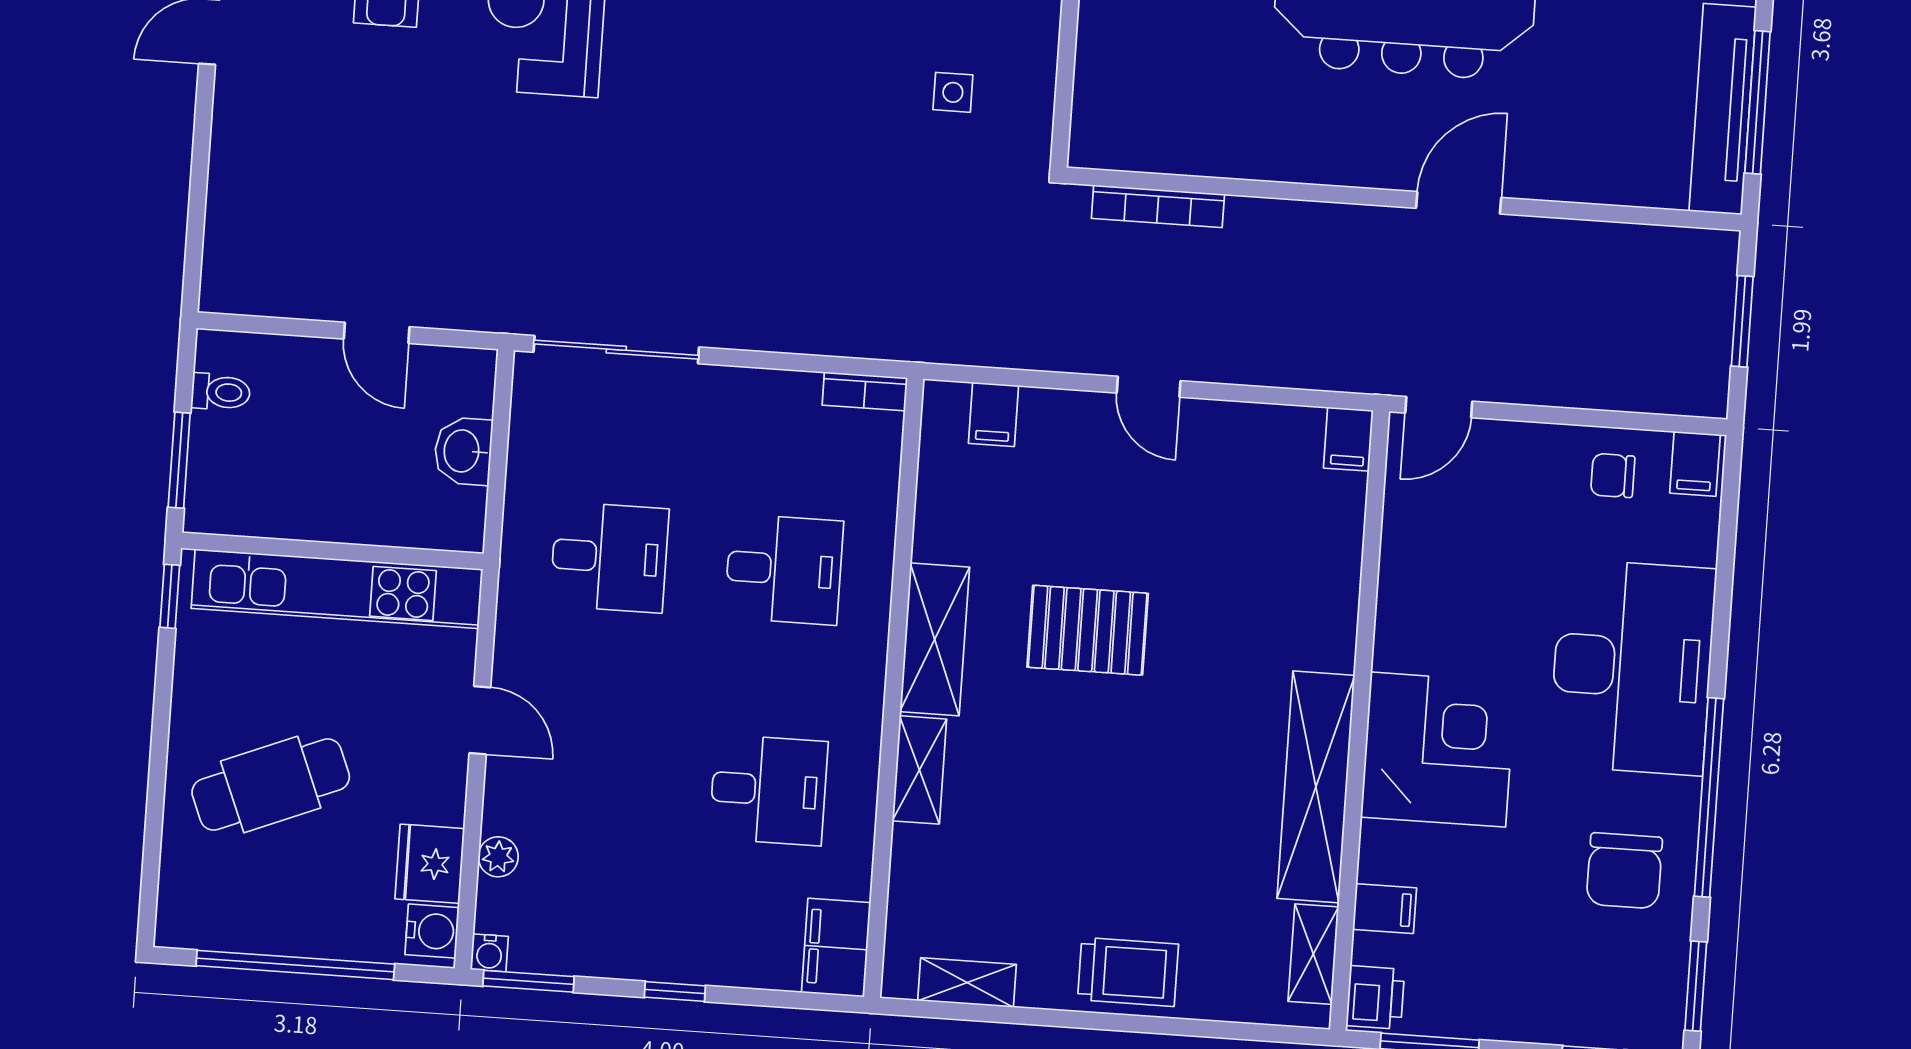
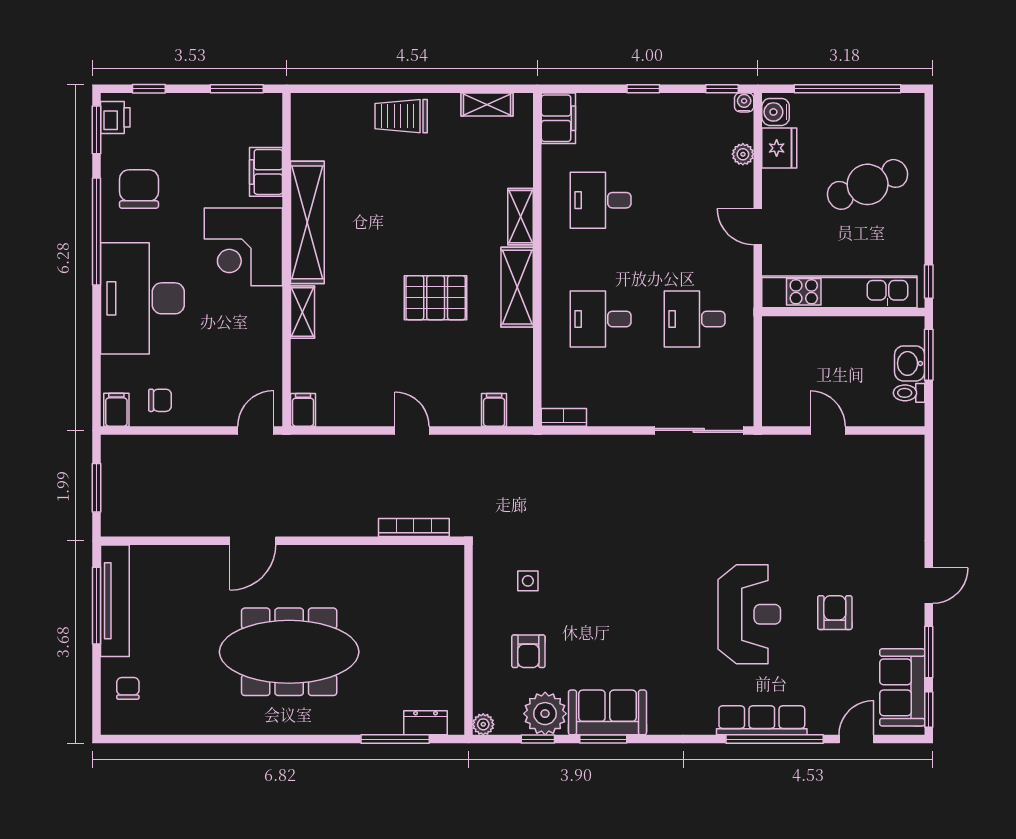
washbasin: (463, 451) -> (910, 363), moved, turned 180
filing cabinet: (1385, 909) -> (266, 172), width x2.00
shelving: (1313, 954) -> (303, 312), moved
window: (529, 981) -> (722, 89), width x0.67
printer: (1375, 997) -> (115, 117), moved, turned 180

